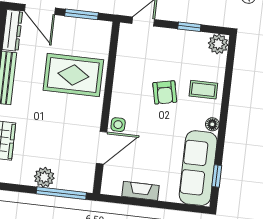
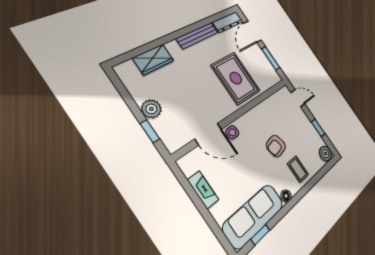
window: (61, 193) -> (150, 131), width x0.46

